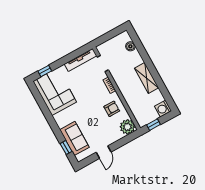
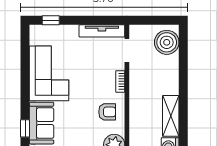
boiler: (130, 46) -> (167, 42), width x1.86, depth x1.86
shelving: (147, 78) -> (171, 116), moved
corner sofa: (55, 92) -> (49, 73), moved

